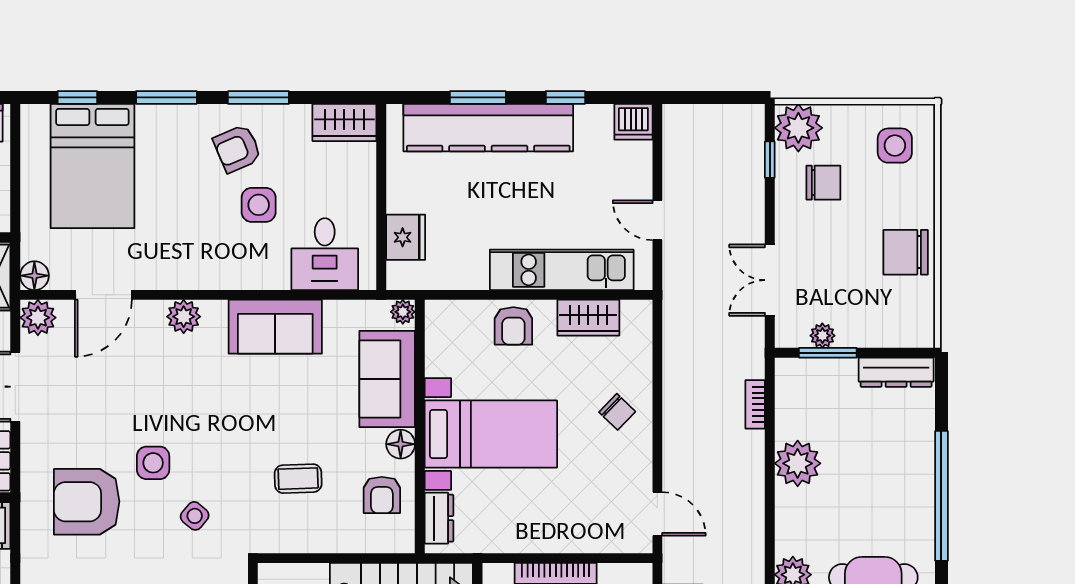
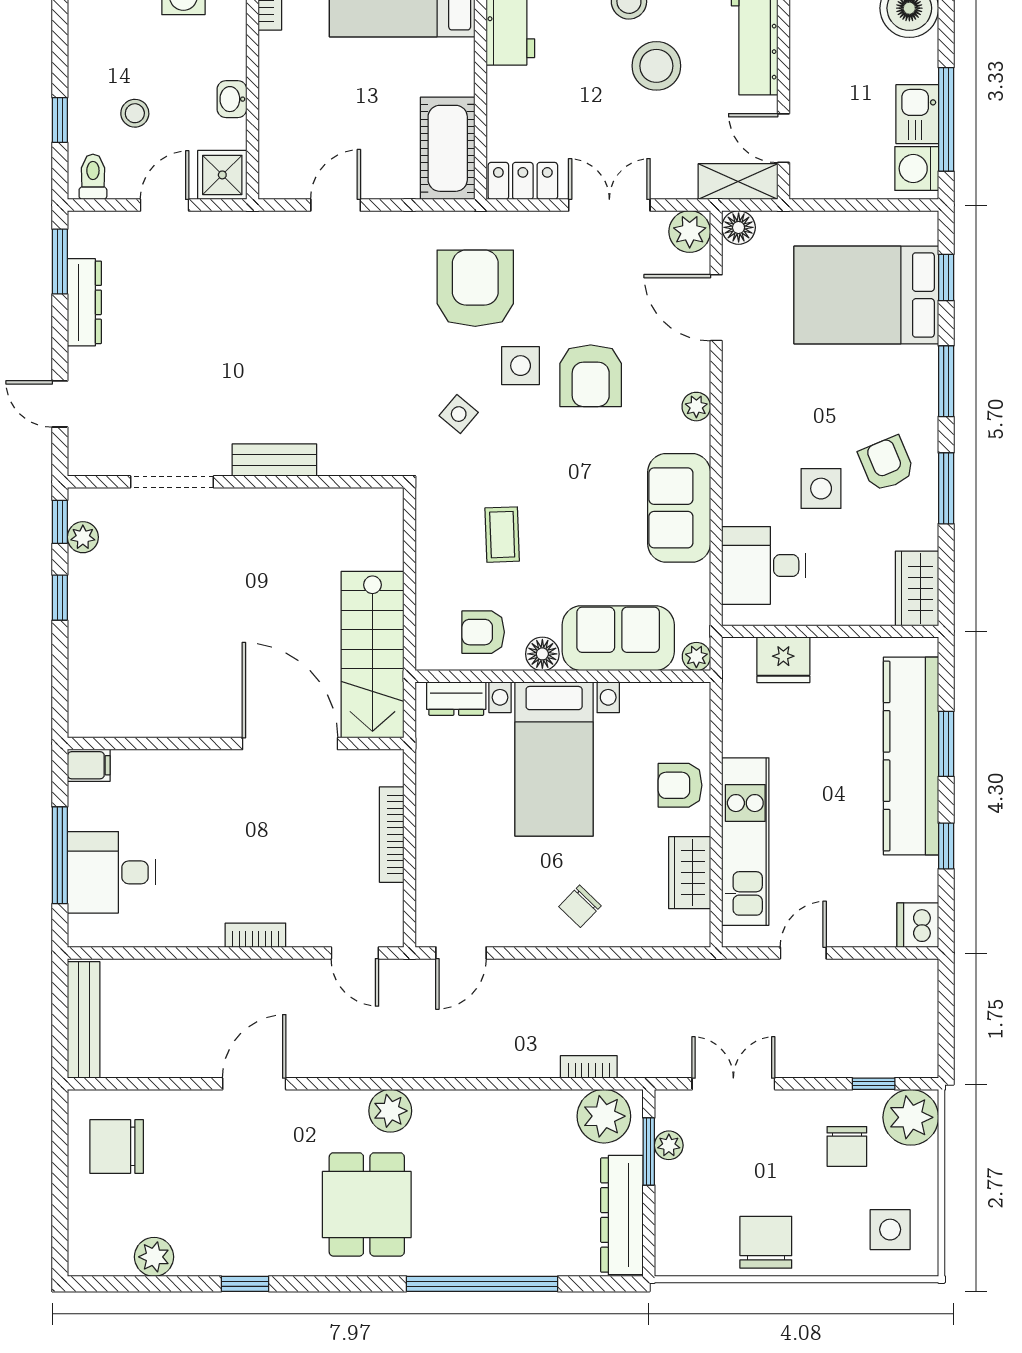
plant: (184, 317) -> (696, 407), width x0.73, depth x0.73
dresser: (896, 372) -> (622, 1215), width x1.37, depth x1.24
armchair: (162, 403) -> (591, 376), added
plant: (798, 463) -> (604, 1116), moved

